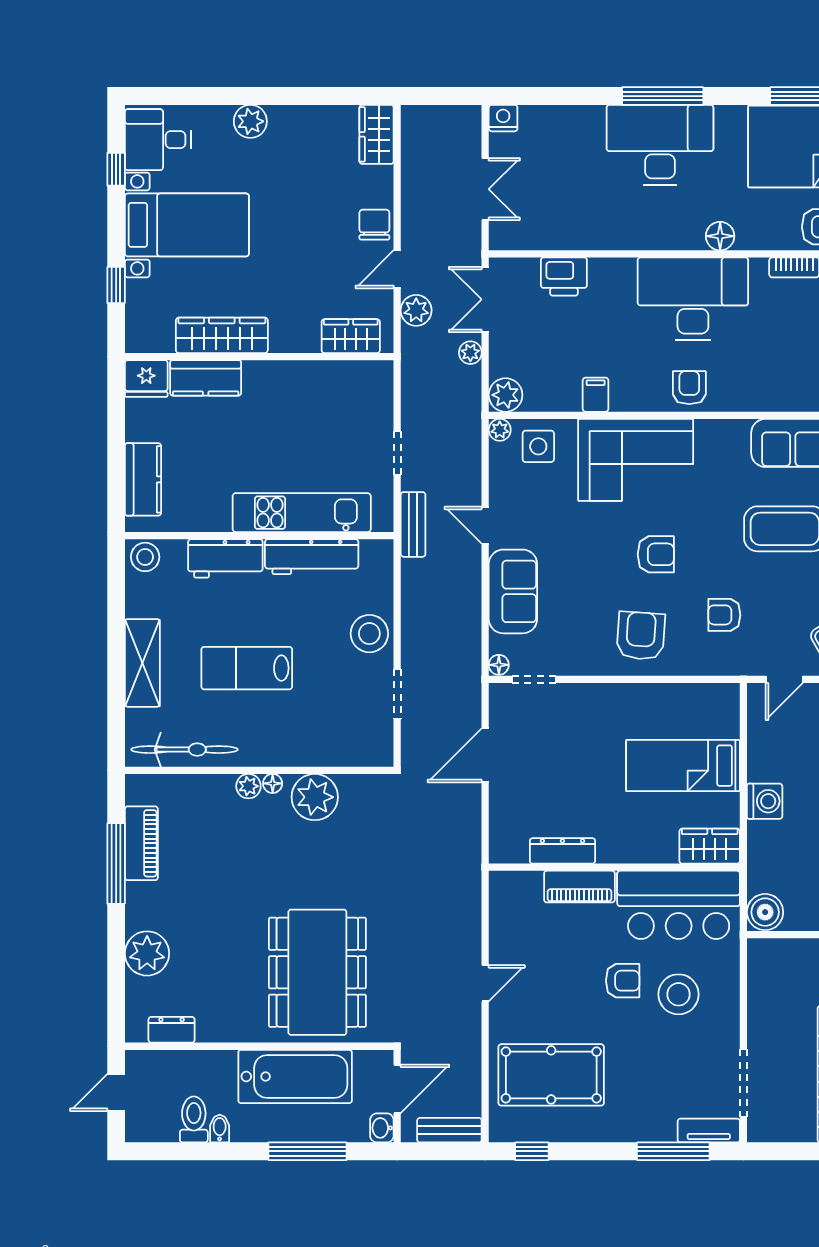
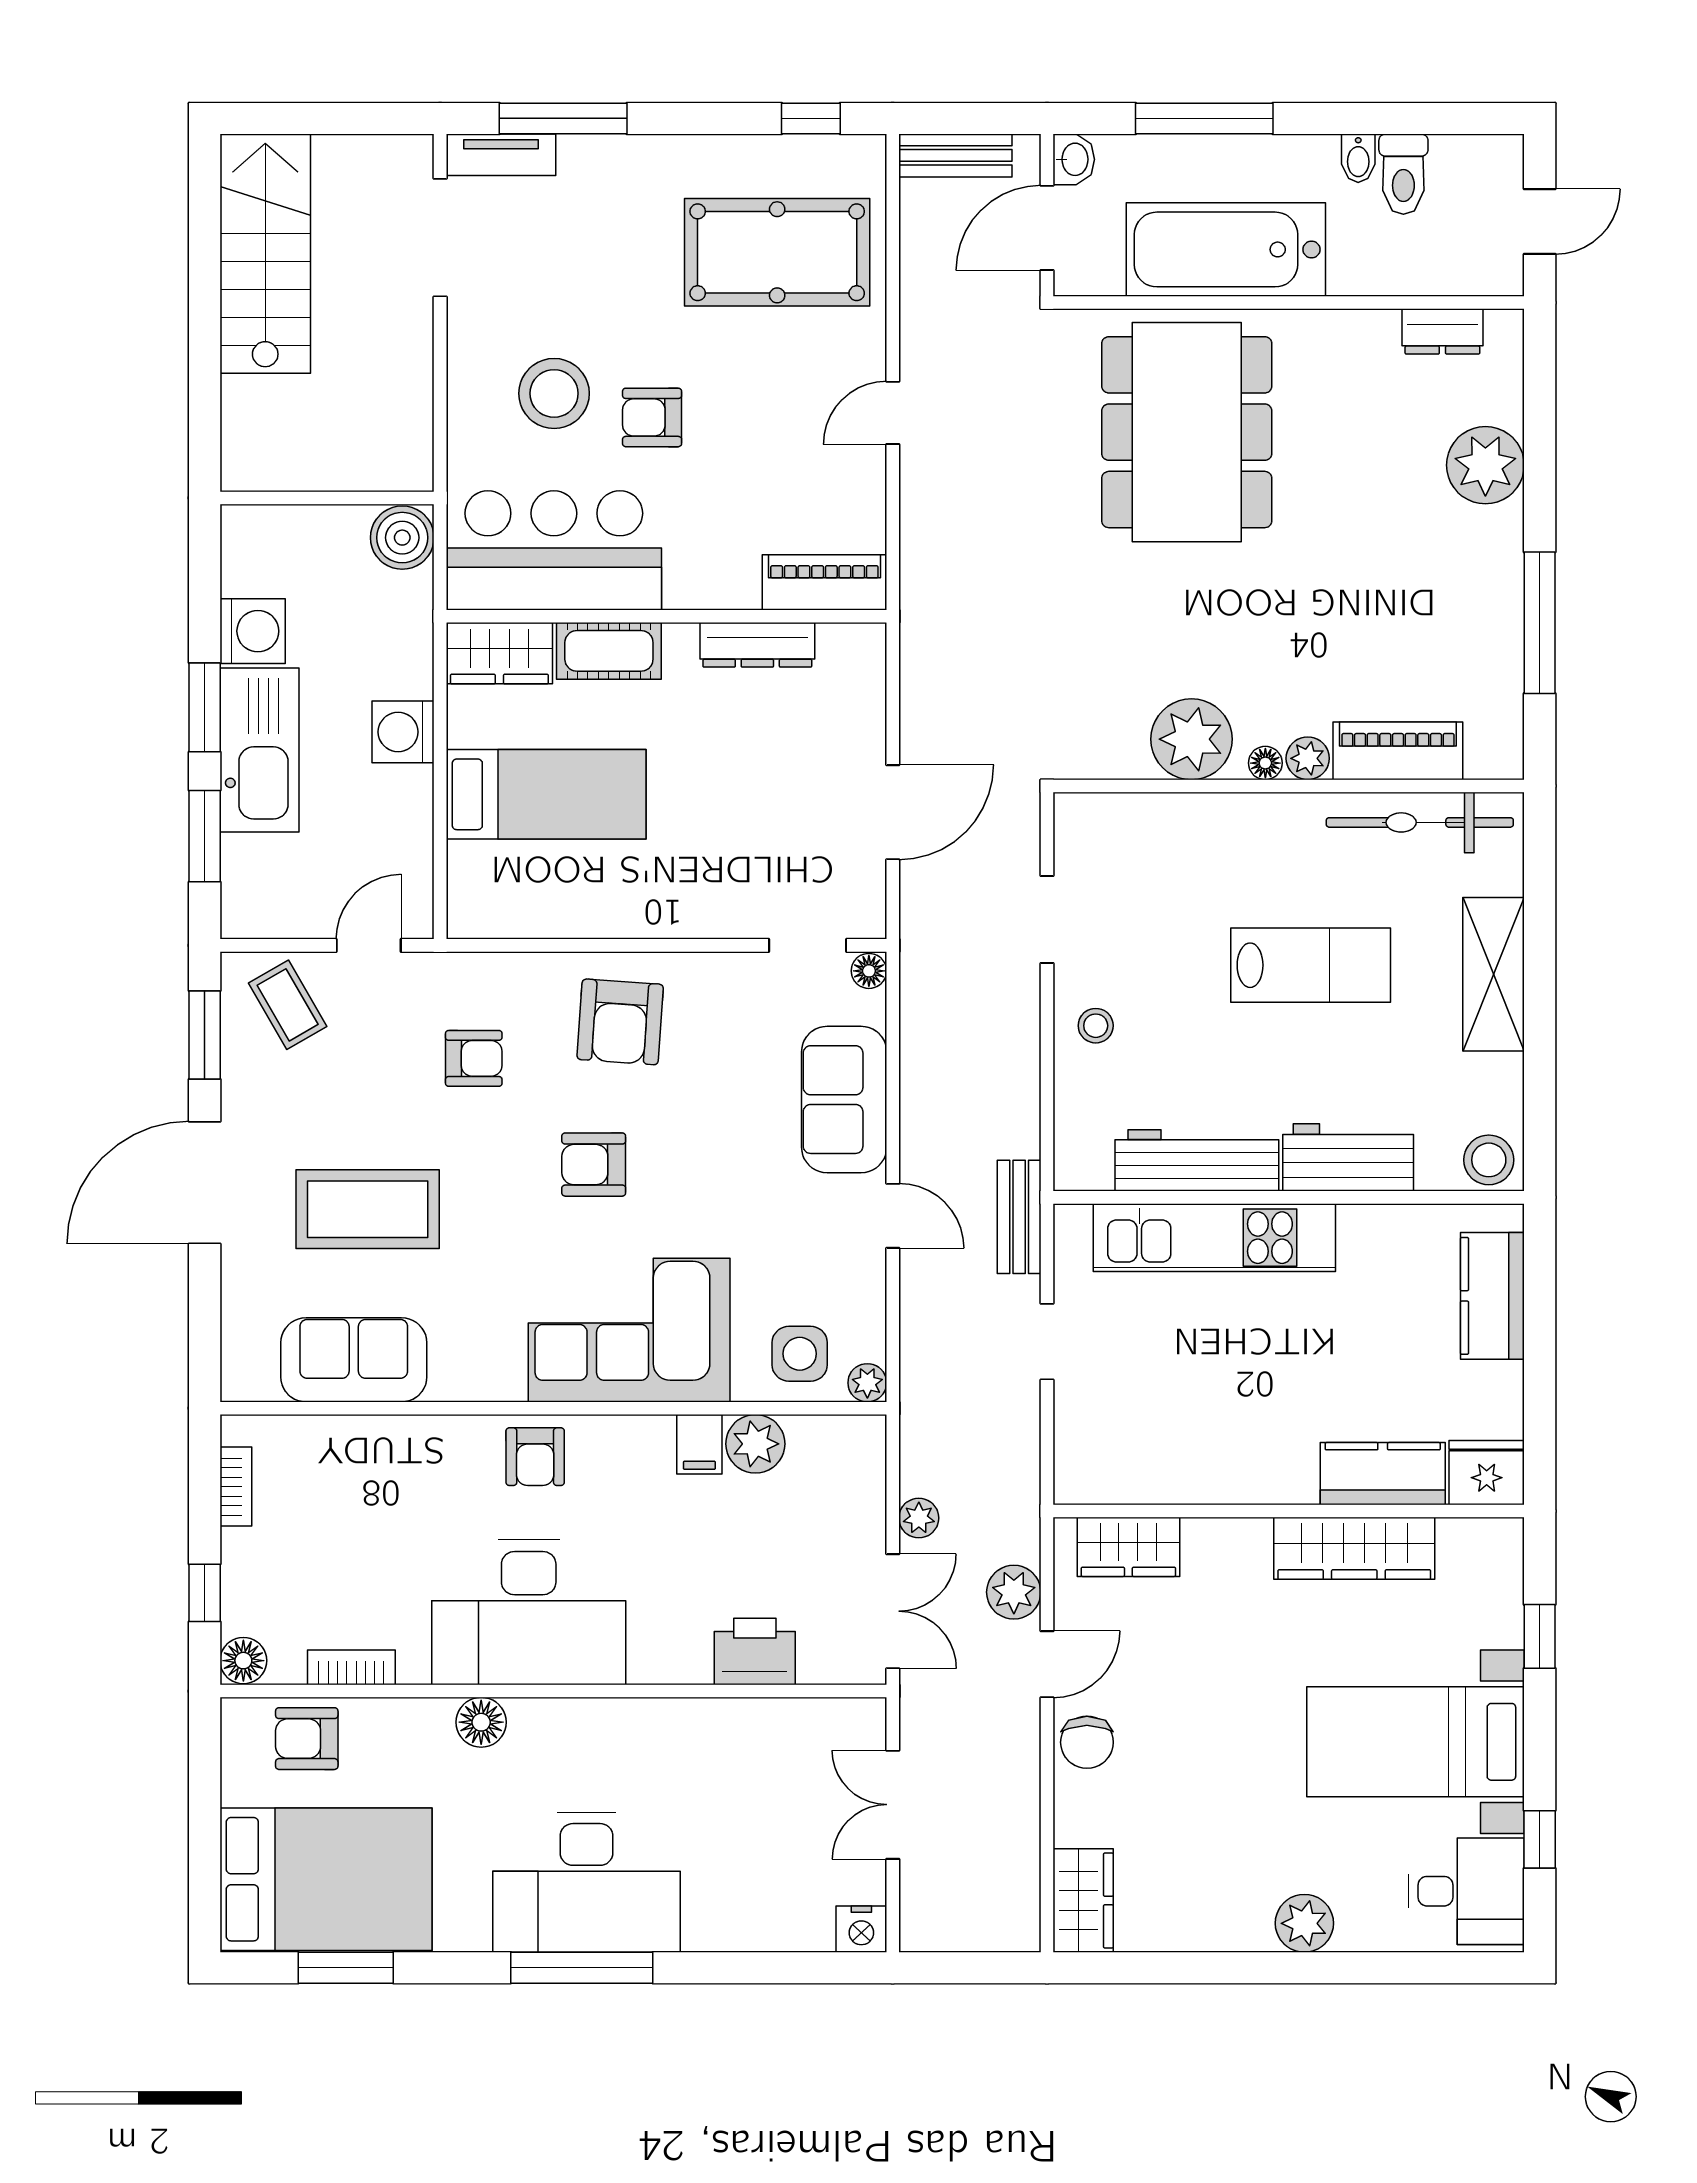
plant: (506, 395) -> (755, 1444), moved
stool: (369, 634) -> (1096, 1026), width x0.53, depth x0.53
piano: (141, 843) -> (1398, 751), moved, turned 90
cot: (647, 847) -> (609, 651), added
piano: (579, 887) -> (824, 582), moved

